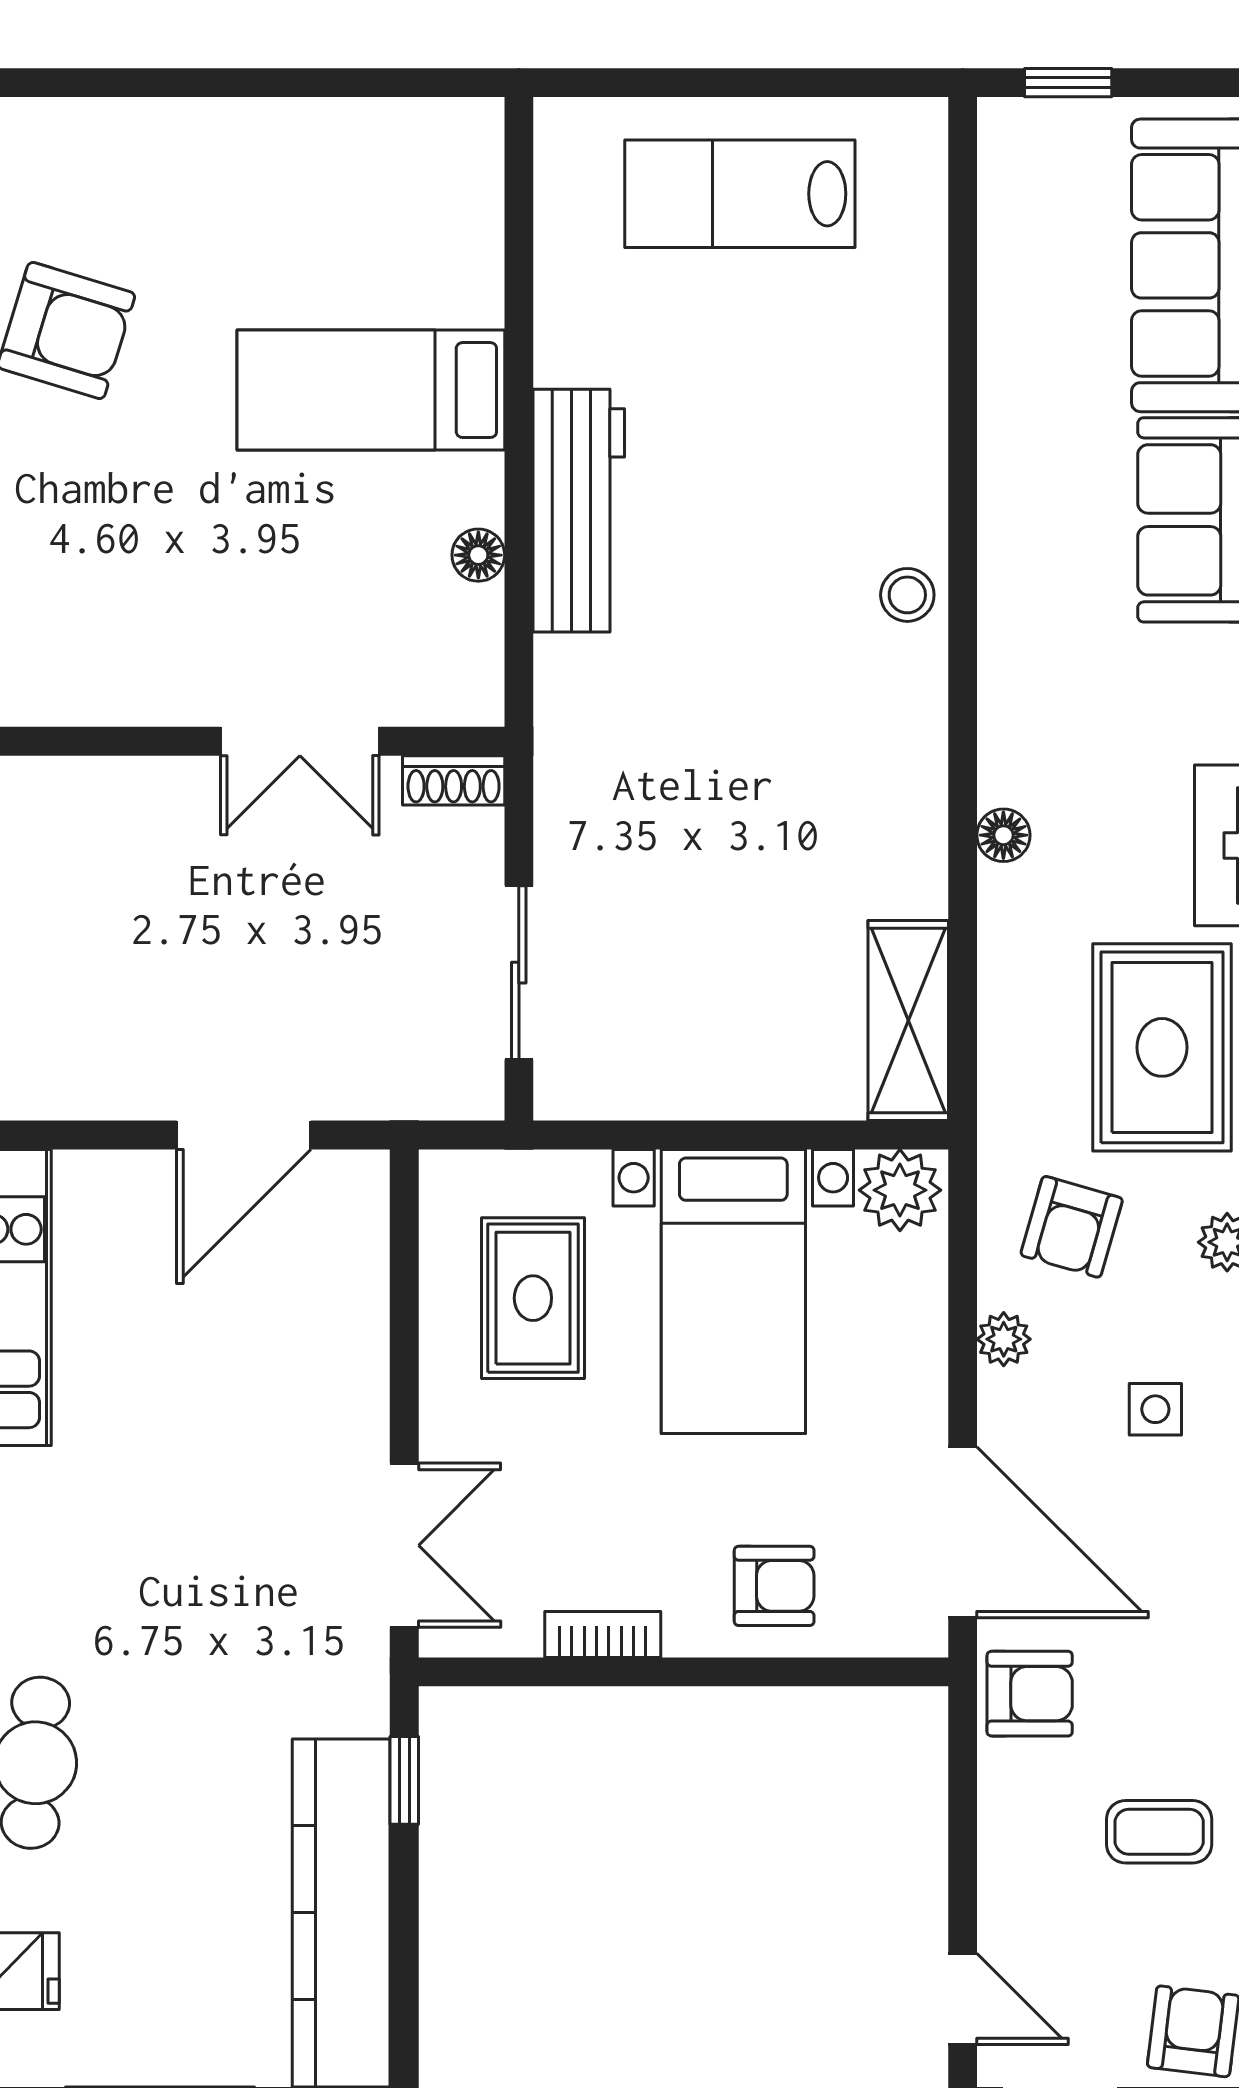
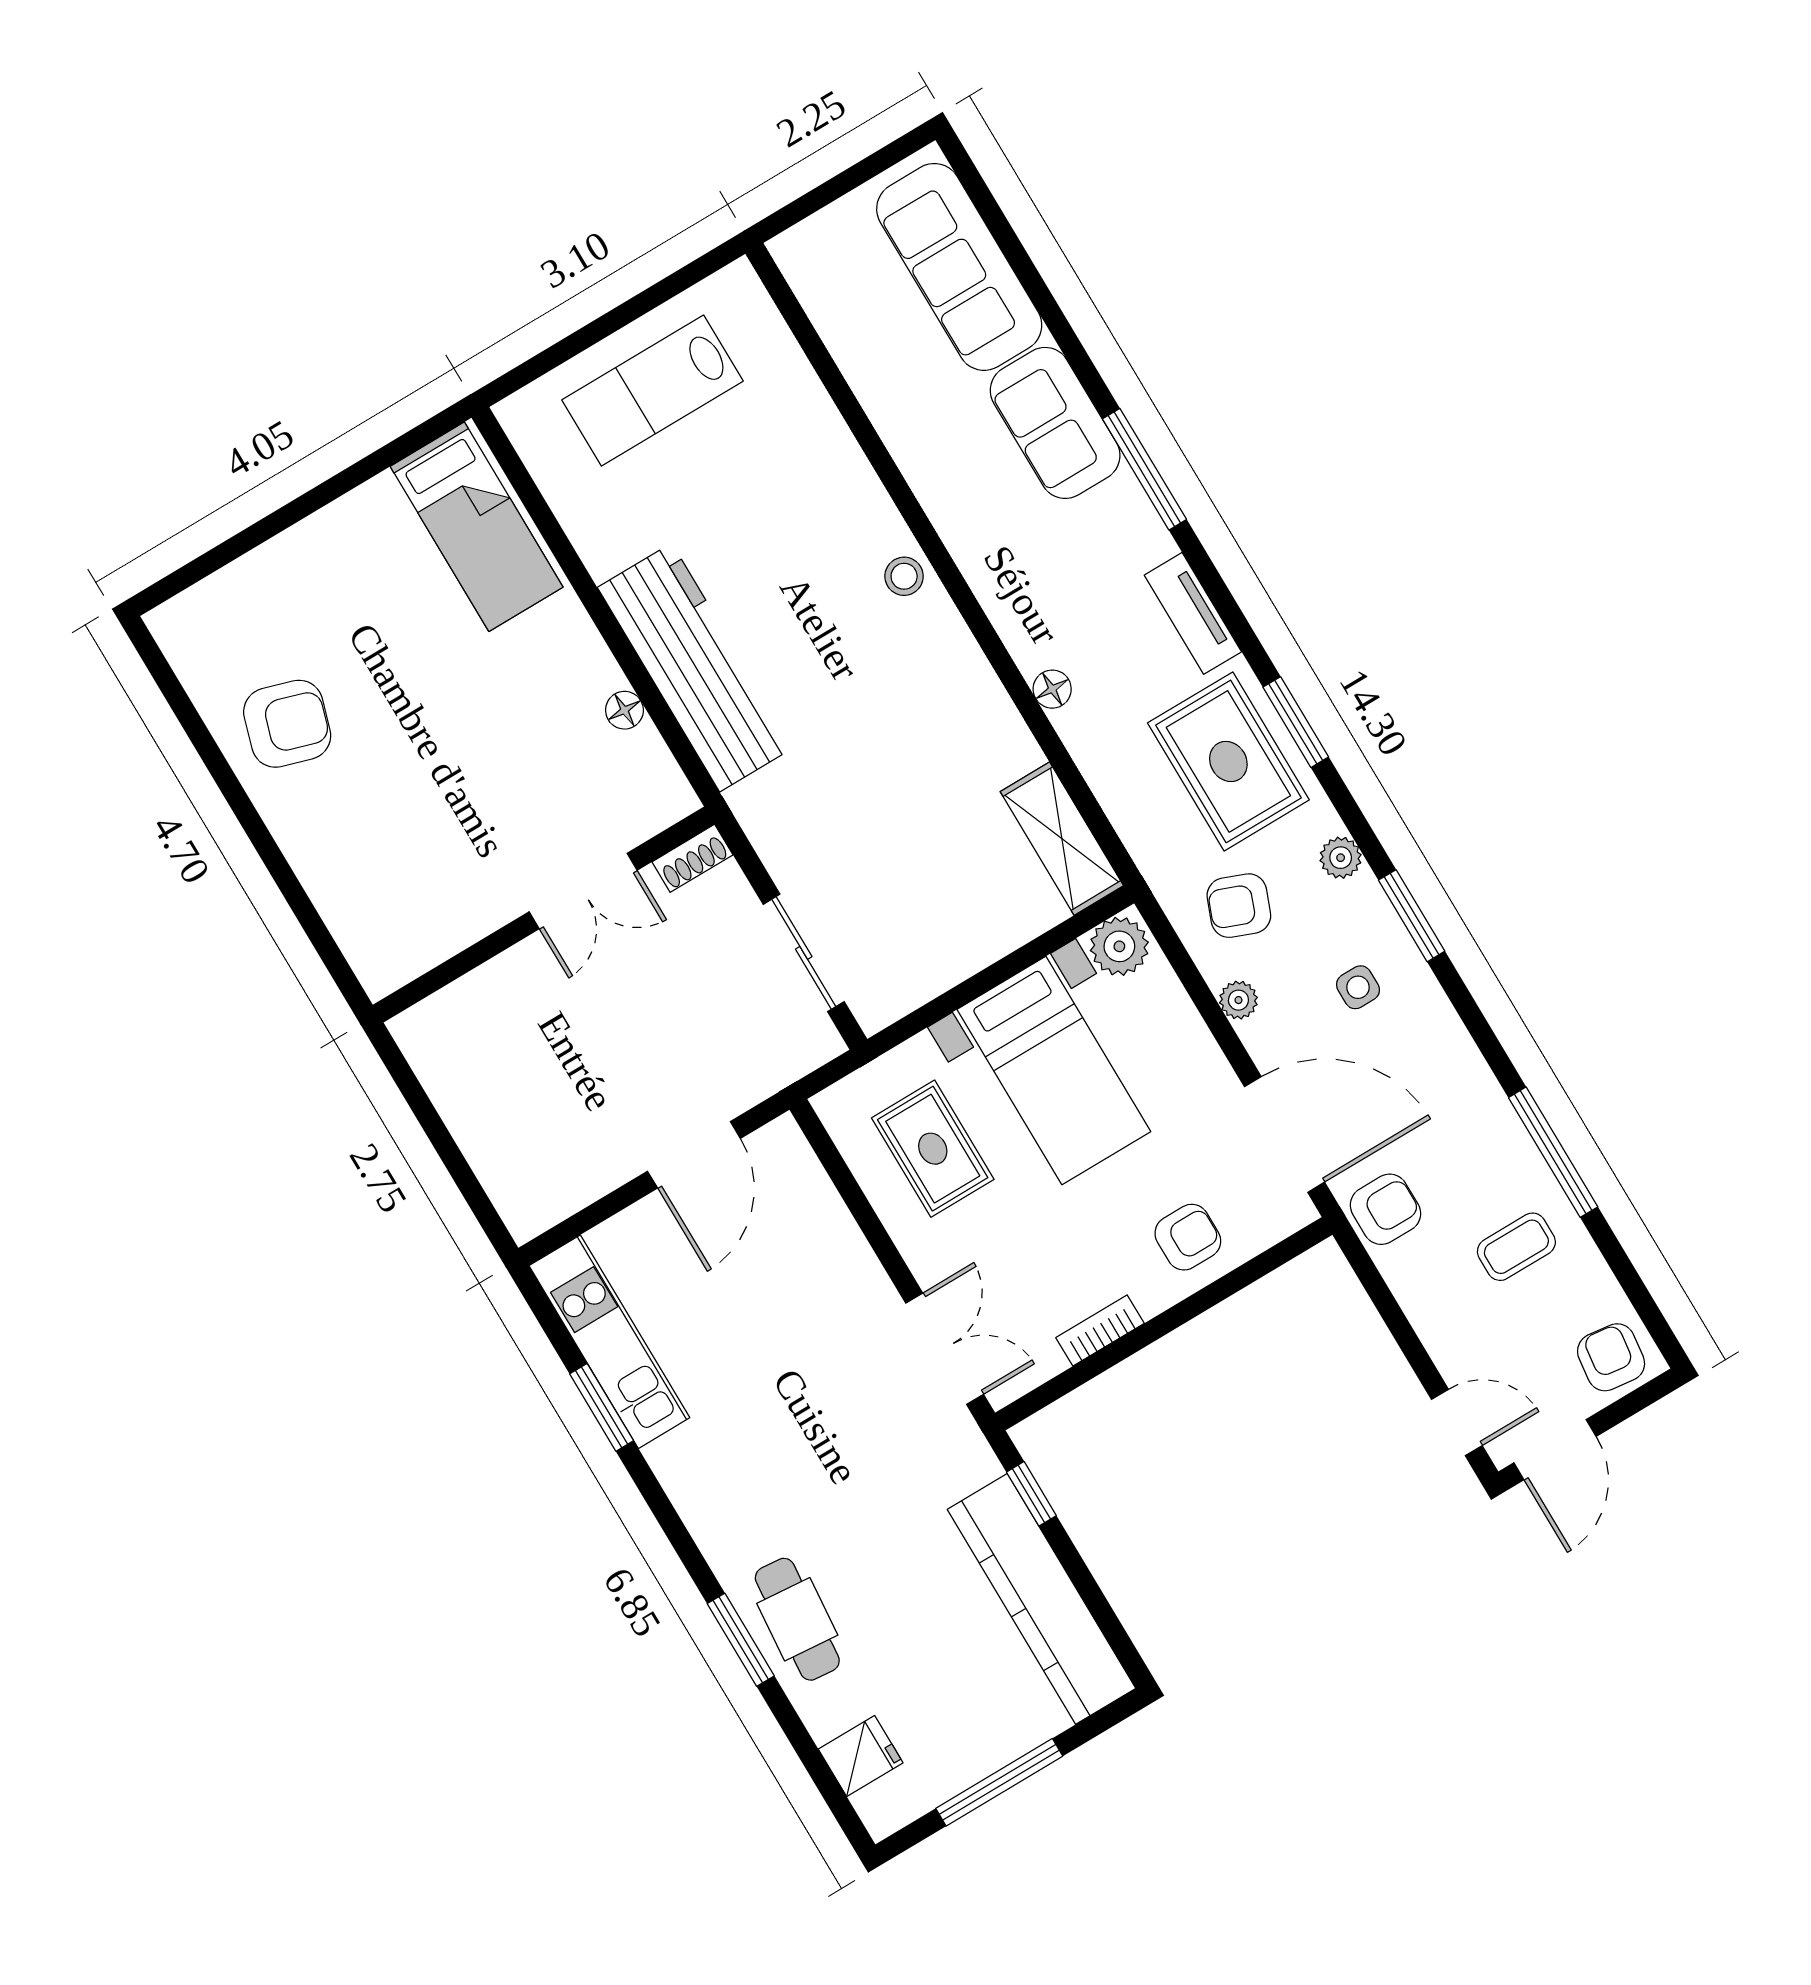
window: (1068, 83) -> (814, 201), removed
bed: (371, 390) -> (477, 527), moved, turned -90
workbench: (579, 511) -> (696, 667), width x1.36, depth x1.32
armchair: (1072, 1227) -> (1239, 906), turned 95

